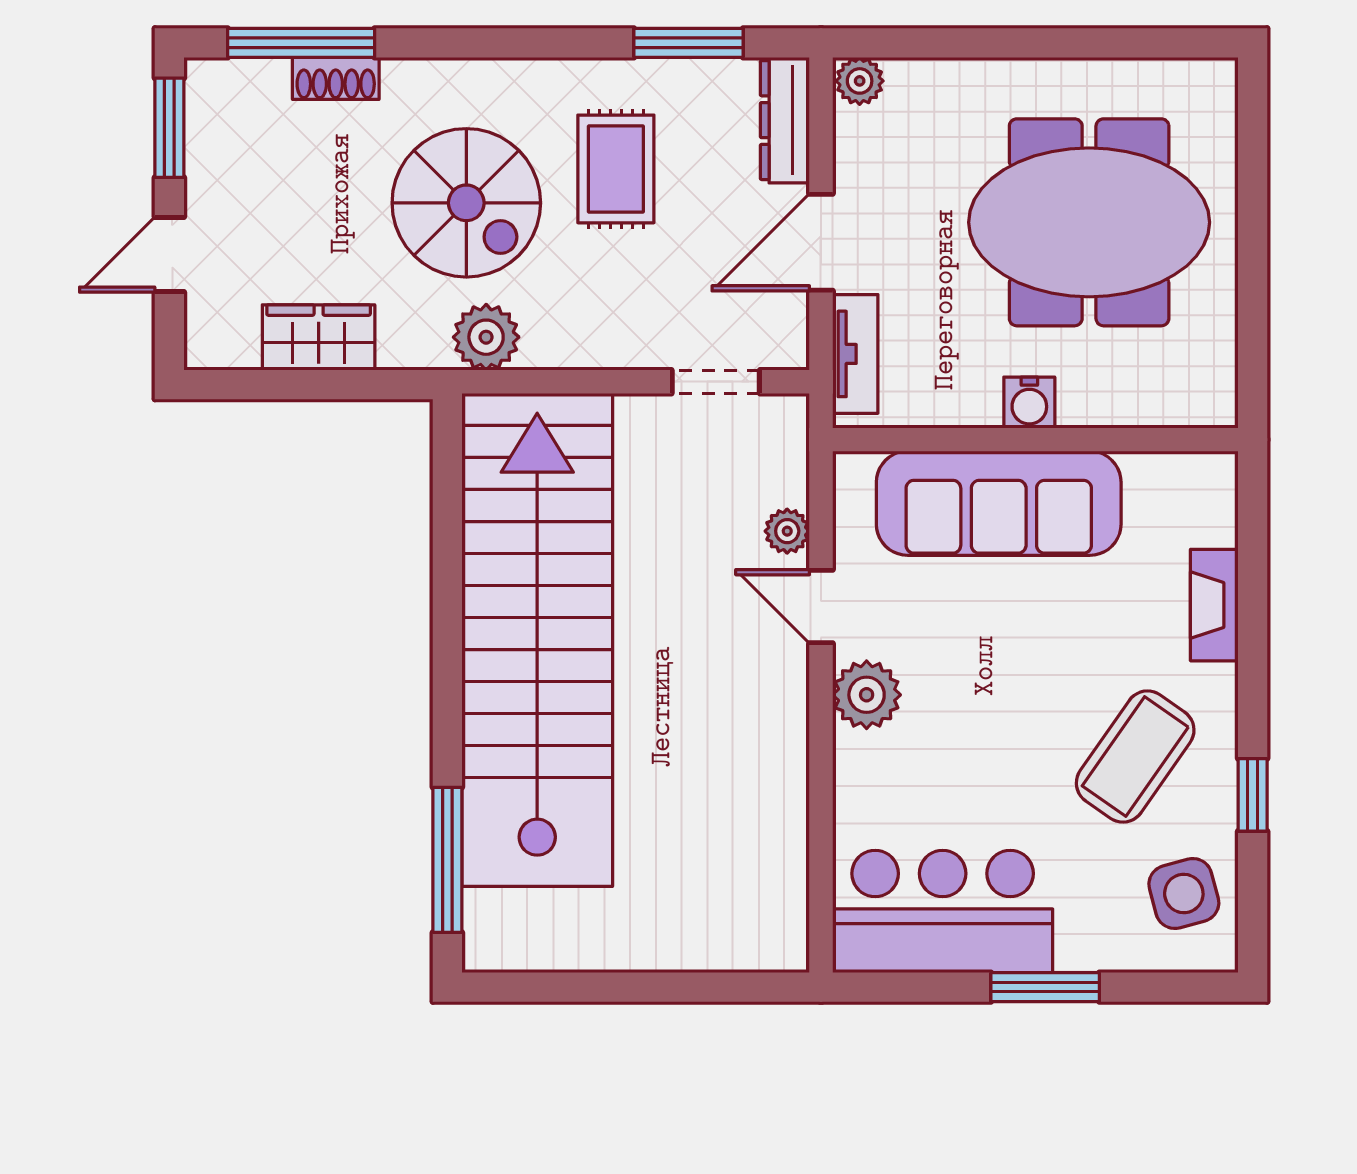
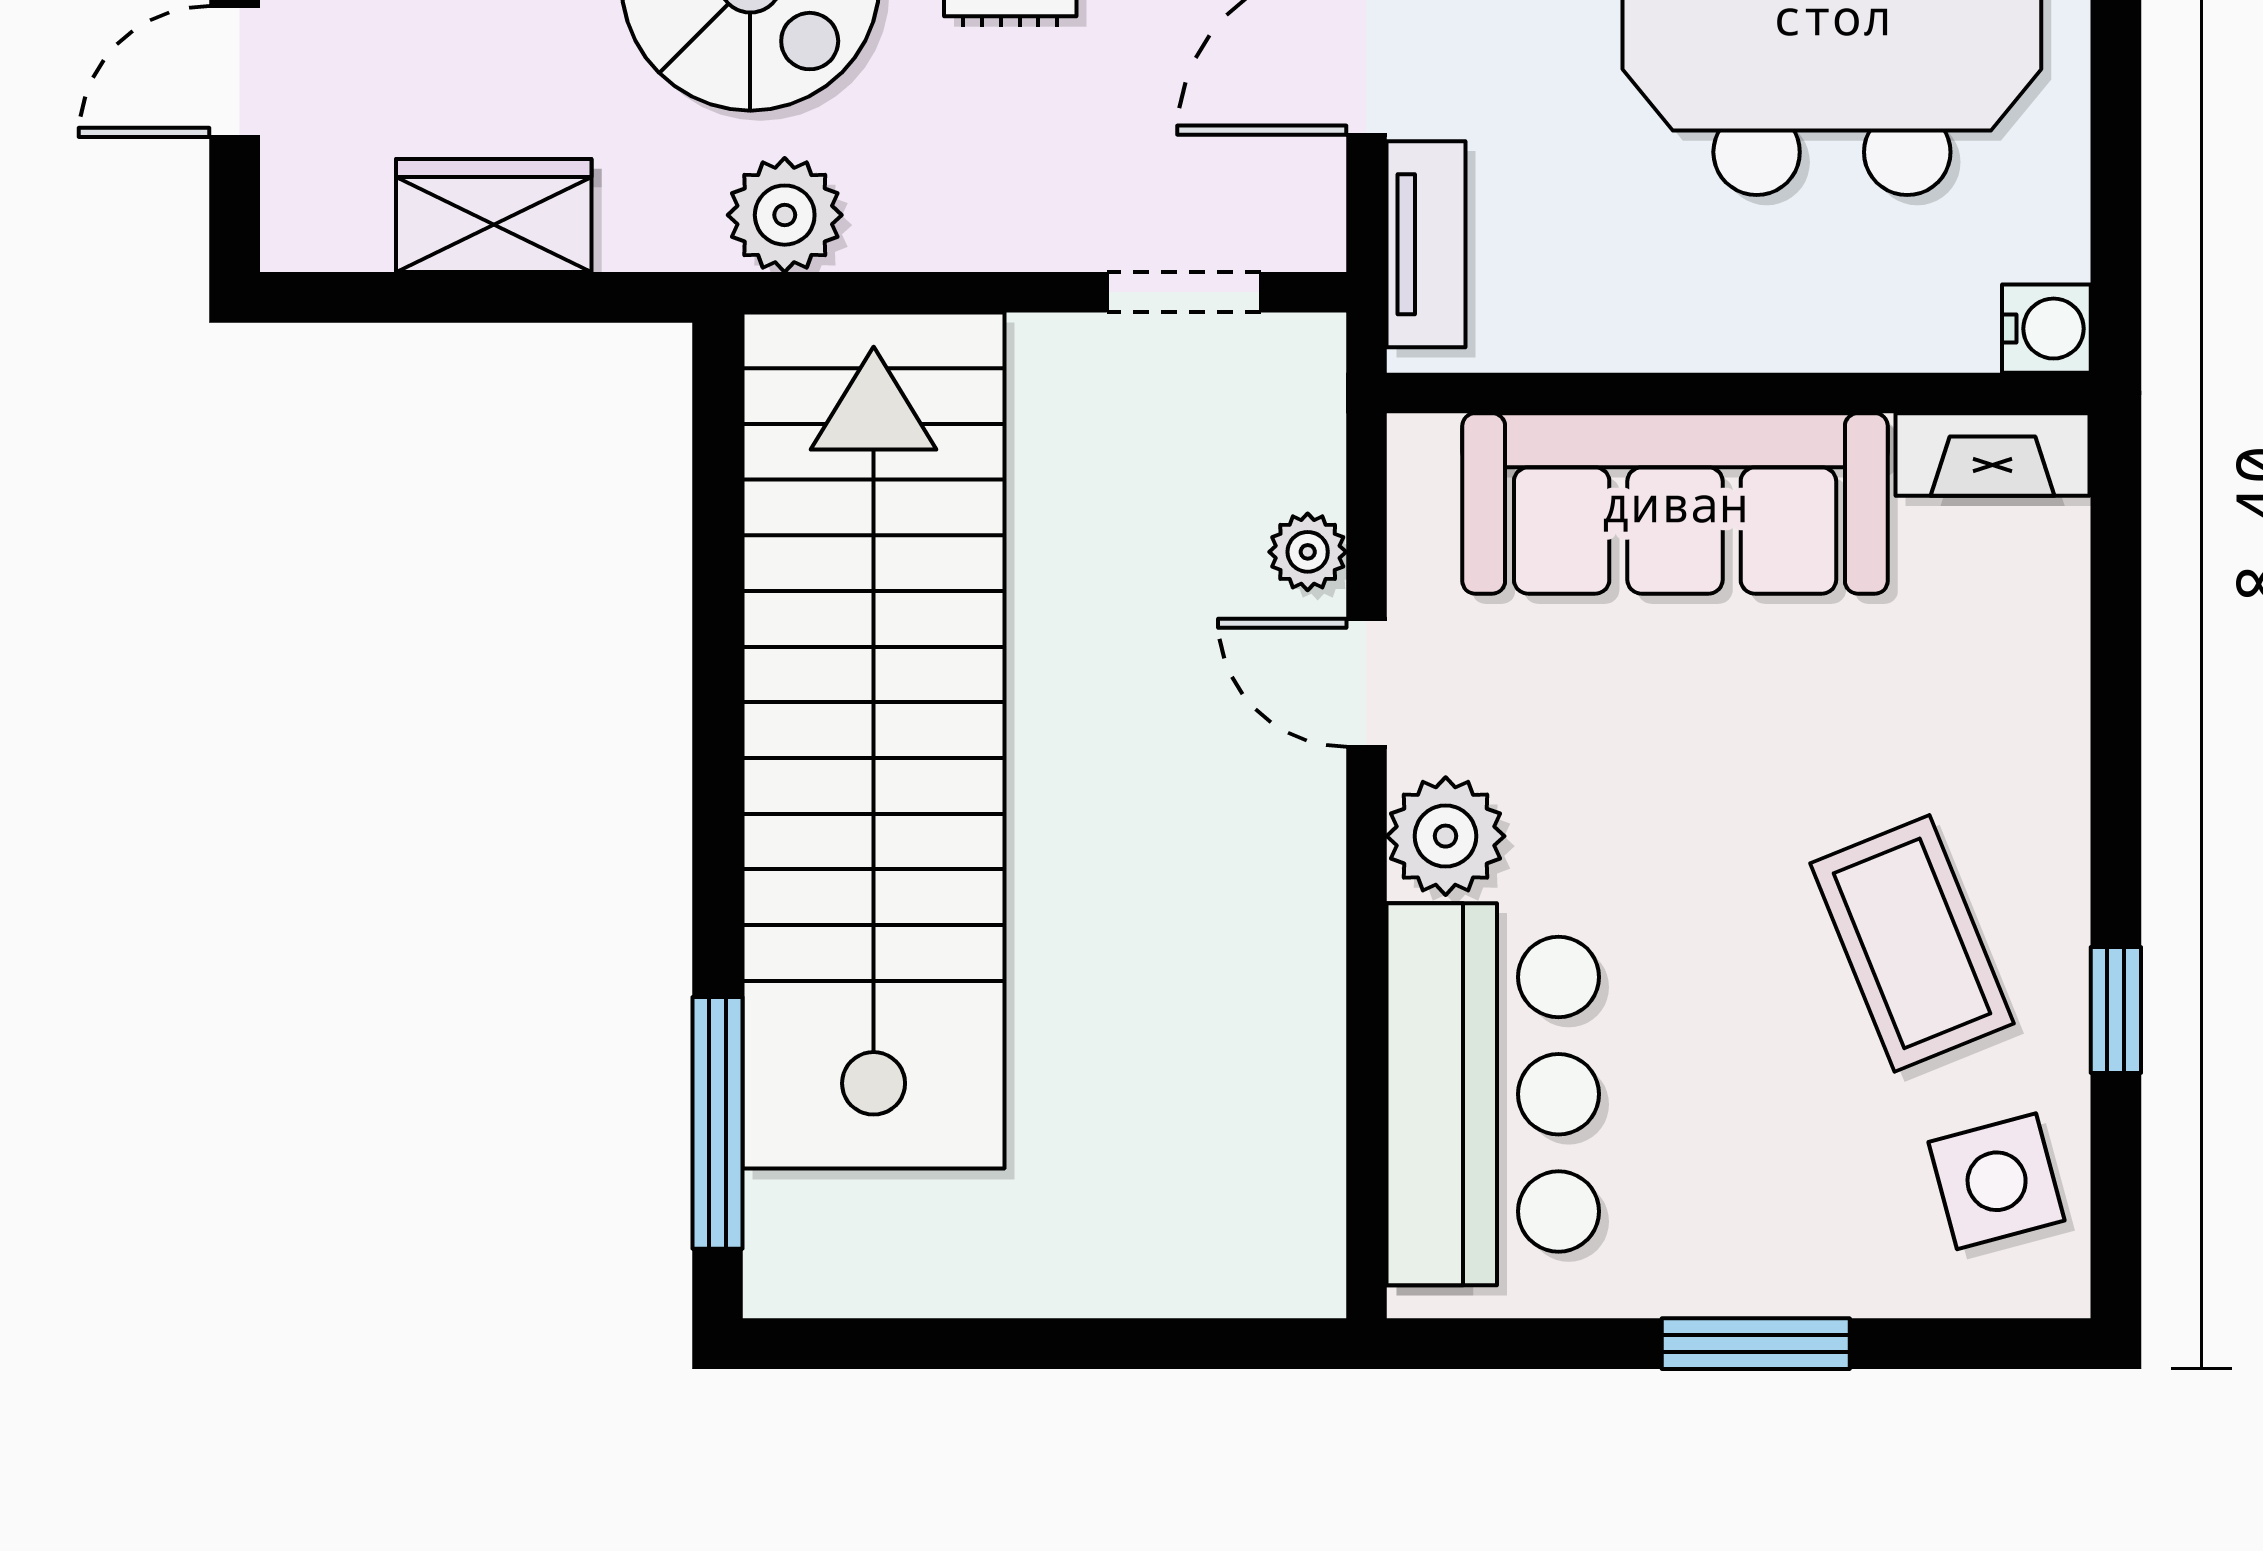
water cooler: (1029, 403) -> (2046, 329), moved, turned -90
fireplace: (1214, 605) -> (1993, 454), moved, turned -90
coffee table: (1135, 757) -> (1912, 943), turned -57
bar counter: (943, 911) -> (1493, 1094), moved, turned 90

